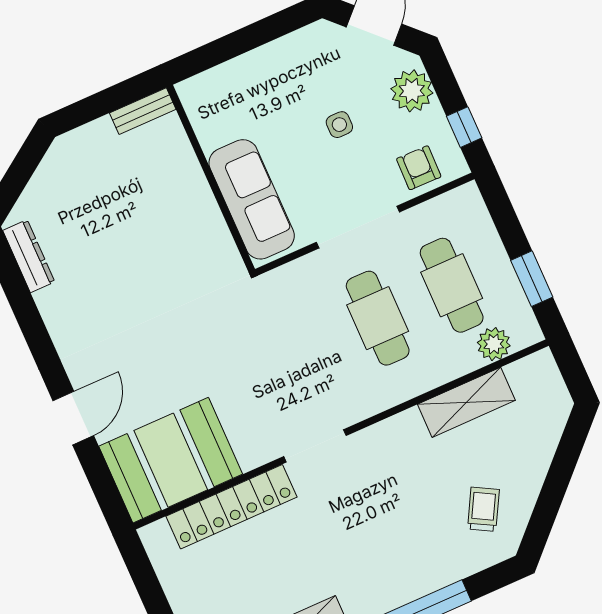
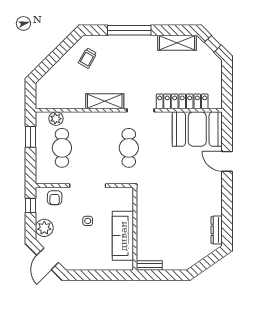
side table: (339, 125) -> (88, 221), moved
sofa: (252, 199) -> (123, 236), moved
cafe table: (378, 318) -> (129, 148), moved
shelving: (466, 402) -> (105, 101), moved
door: (73, 418) -> (227, 161), hinge flipped

